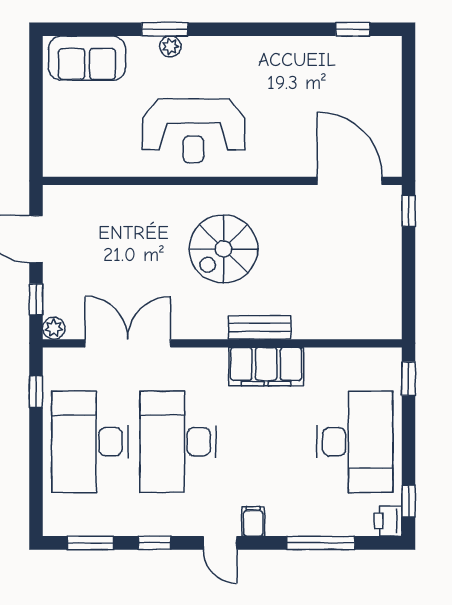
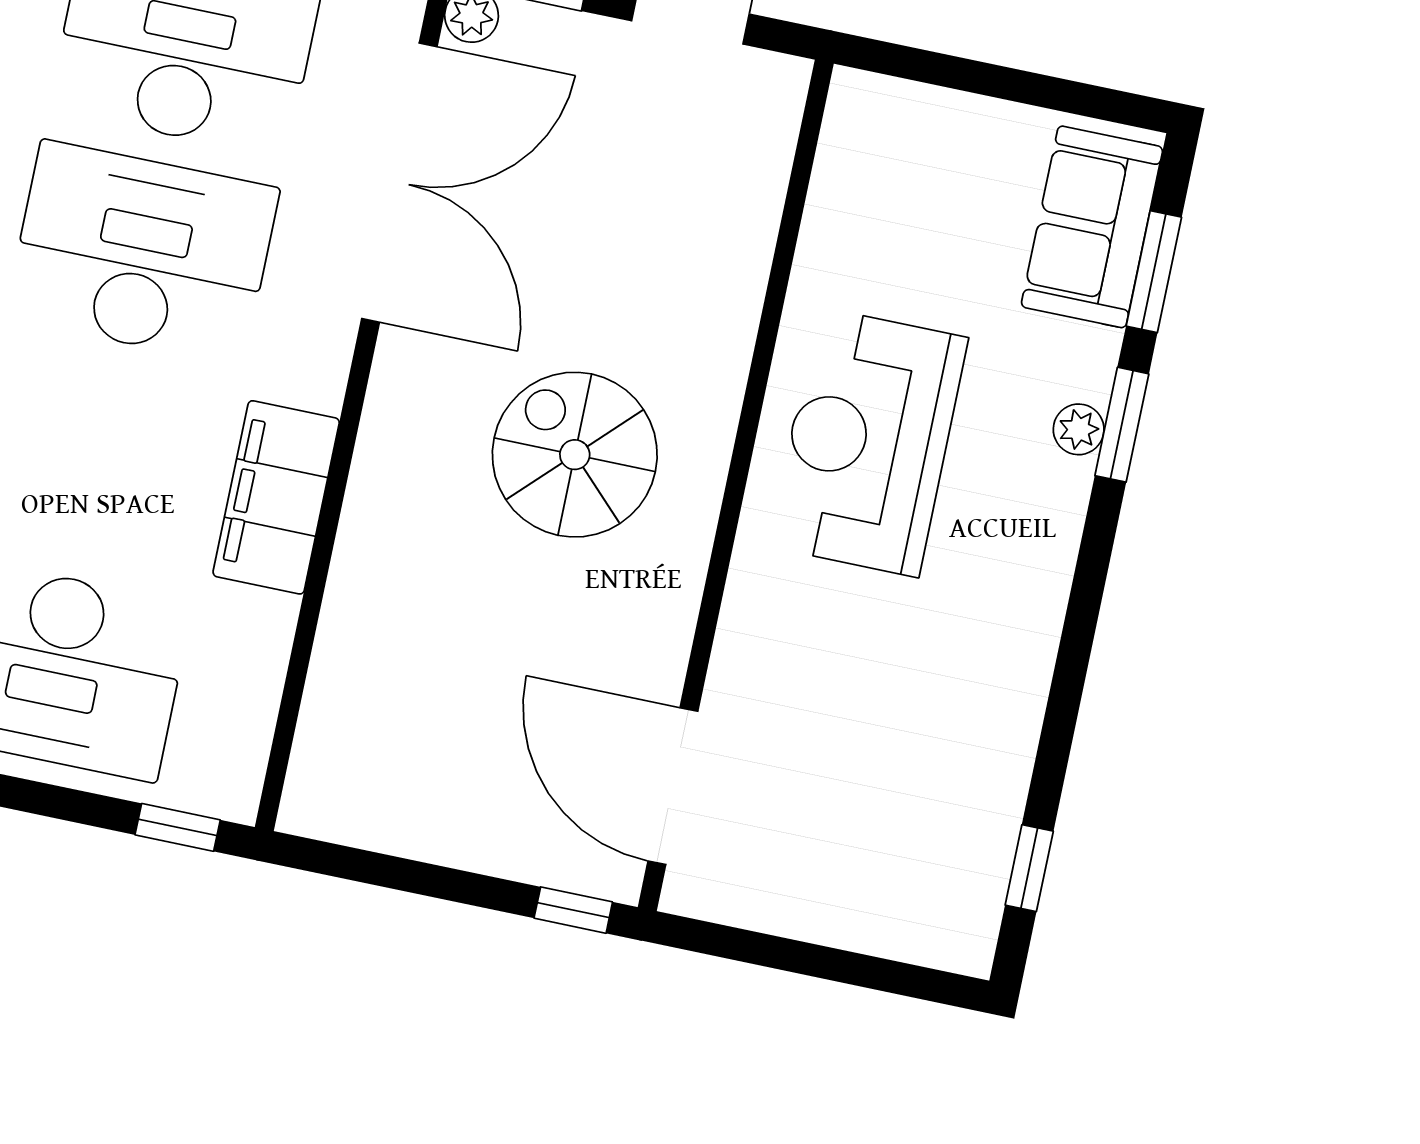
window: (100, 29) -> (1154, 272), added
door: (350, 181) -> (673, 786), swing flipped
bench: (260, 327) -> (372, 501), removed
double door: (128, 343) -> (399, 183), width x1.36

